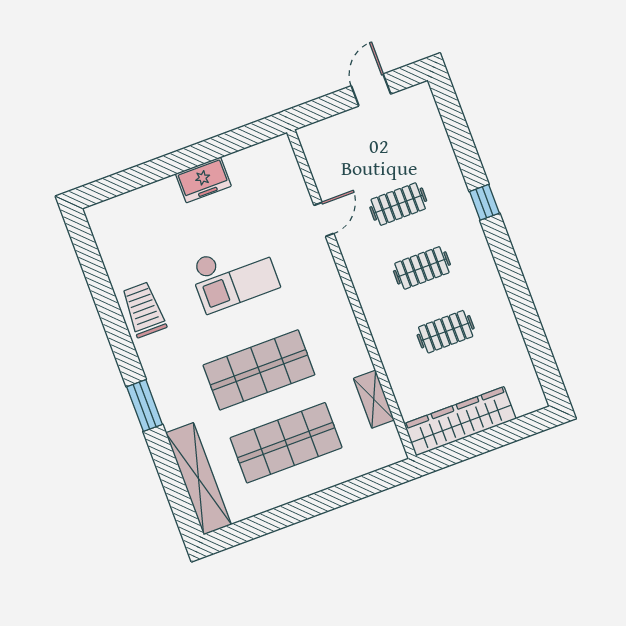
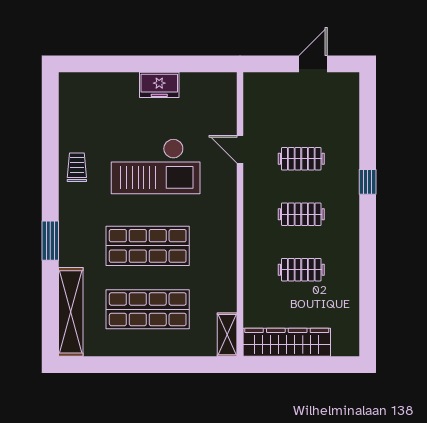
door: (324, 219) -> (240, 149), swing flipped
checkout: (234, 275) -> (156, 166), width x1.36, depth x1.21
trolley: (144, 310) -> (77, 167), width x0.73, depth x0.72
shelving: (374, 399) -> (227, 335), moved

